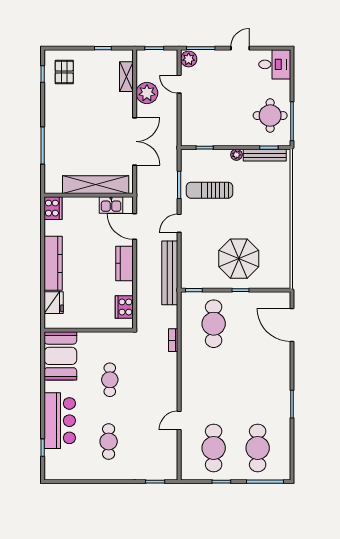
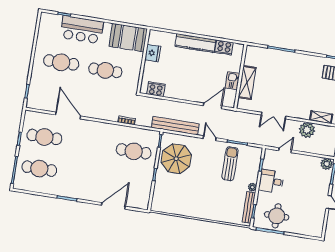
desk: (275, 64) -> (271, 181), moved, turned 90
door: (179, 84) -> (285, 150), moved
double door: (135, 141) -> (274, 116), width x0.73
shelving: (96, 185) -> (247, 83), width x0.68
kitchen sink: (111, 205) -> (232, 81), moved
cooker: (53, 208) -> (224, 48), moved
parasol: (239, 259) -> (176, 159), moved
kitchen counter: (125, 263) -> (187, 94), removed
fridge: (54, 303) -> (153, 53), moved, turned -90
door: (292, 325) -> (113, 206), moved
cafe table: (110, 380) -> (105, 70), width x1.37, depth x1.35
door: (179, 420) -> (68, 115), width x1.87
cafe table: (109, 442) -> (61, 62), width x1.37, depth x1.35

